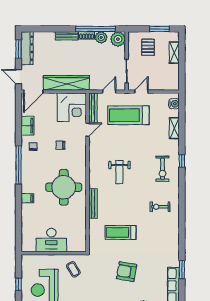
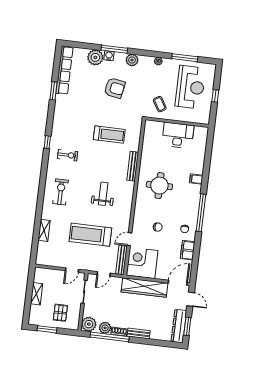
shelving: (174, 53) -> (36, 294), moved
water cooler: (174, 104) -> (42, 254), removed
treadmill: (128, 115) -> (90, 235), moved, turned 180
window: (182, 161) -> (47, 142), moved
round table: (64, 187) -> (159, 186), width x0.73, depth x0.73
armchair: (127, 272) -> (115, 88), moved

